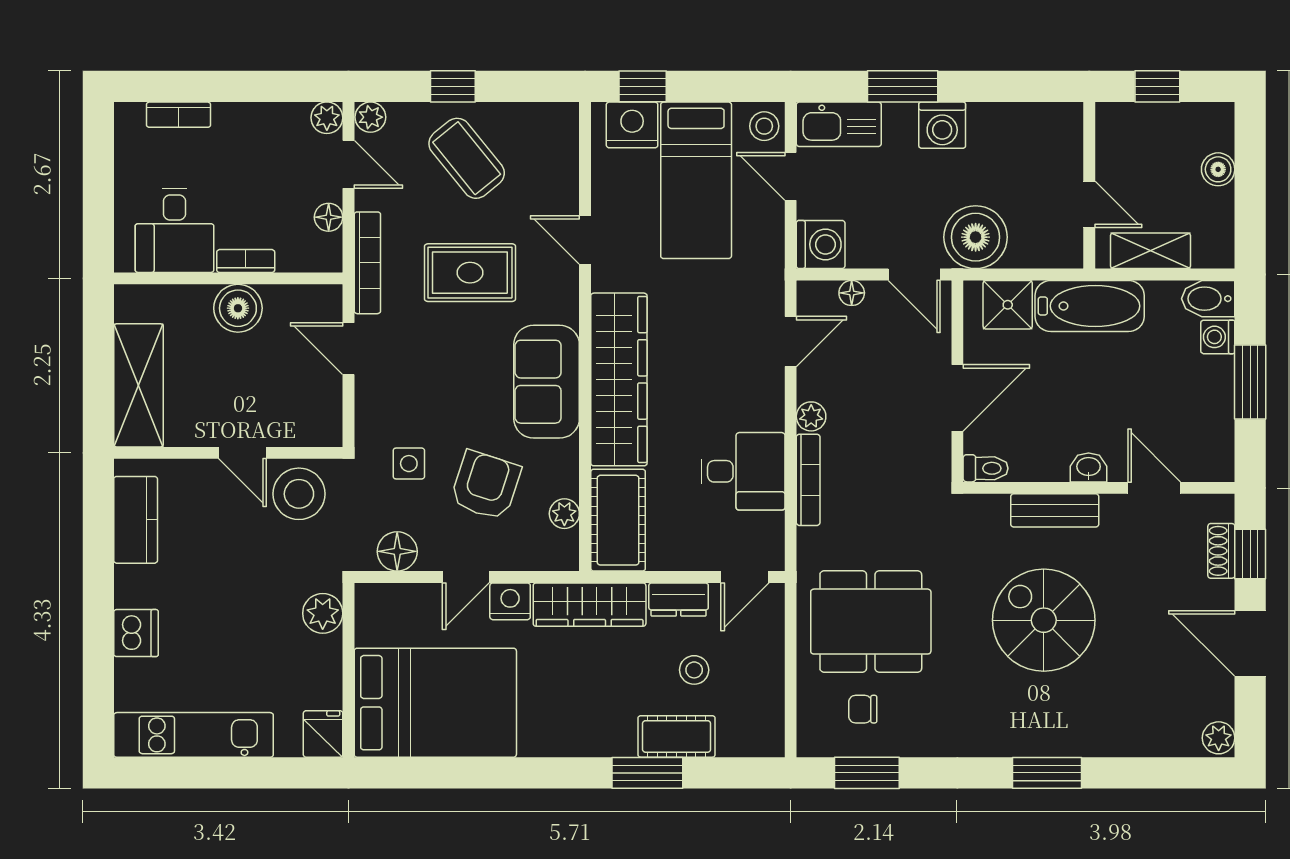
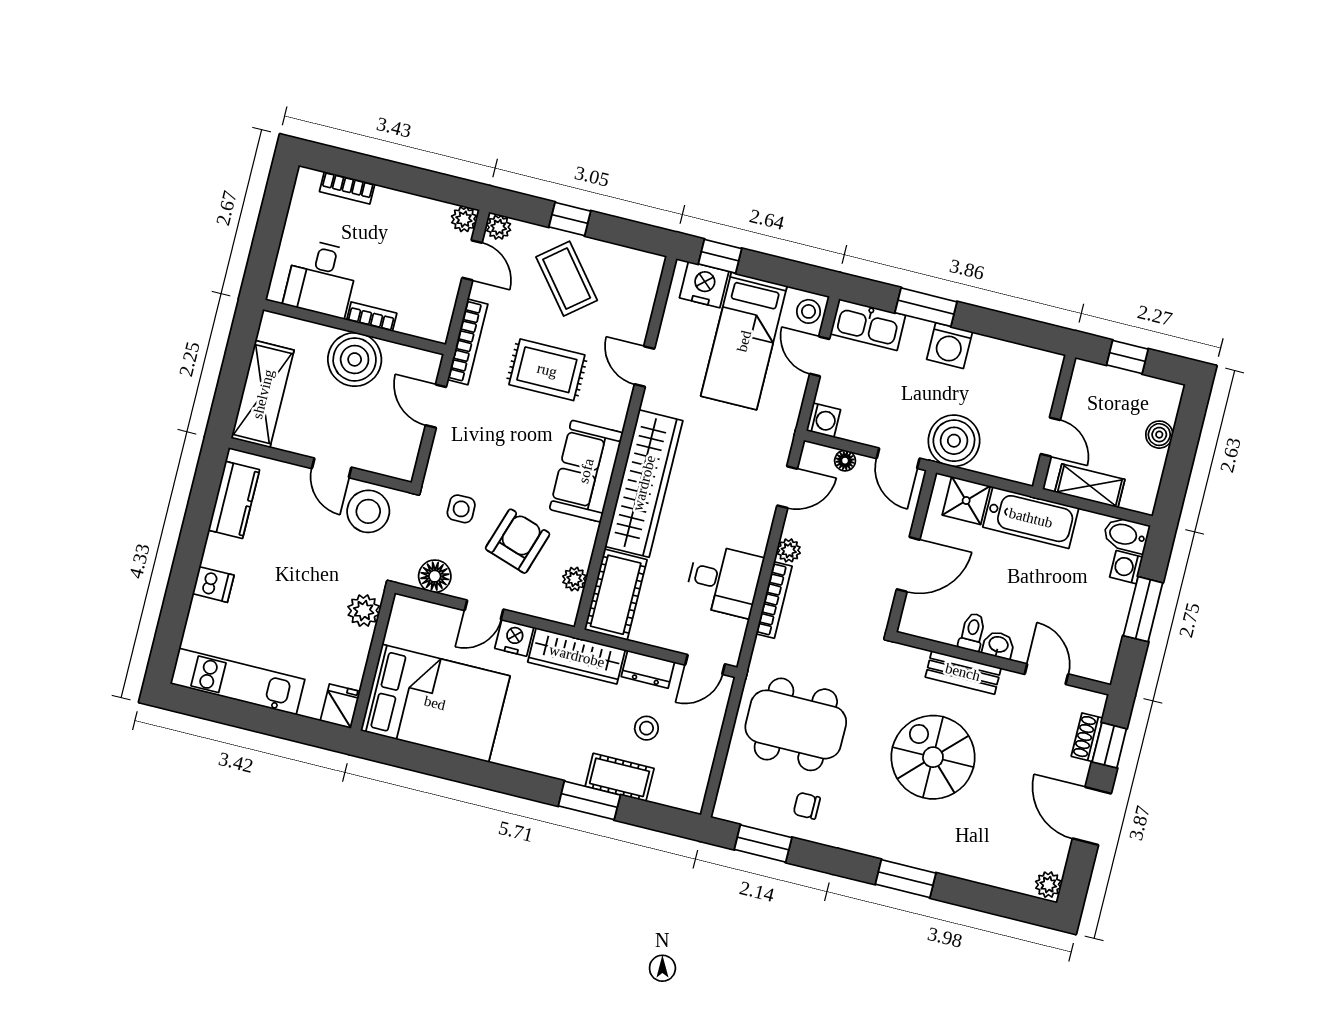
floor lamp: (329, 217) -> (446, 298), removed
washing machine: (821, 244) -> (823, 420), width x0.73, depth x0.73
boiler: (238, 308) -> (355, 359), width x1.37, depth x1.37
toilet: (986, 468) -> (972, 632), moved, turned -90
dishwasher: (136, 633) -> (213, 584), width x0.73
chair: (863, 709) -> (807, 806), moved

